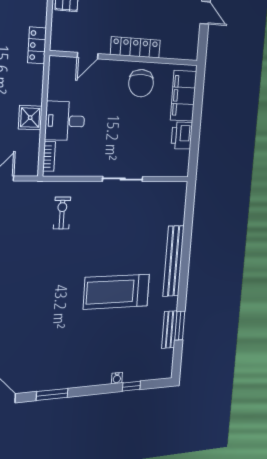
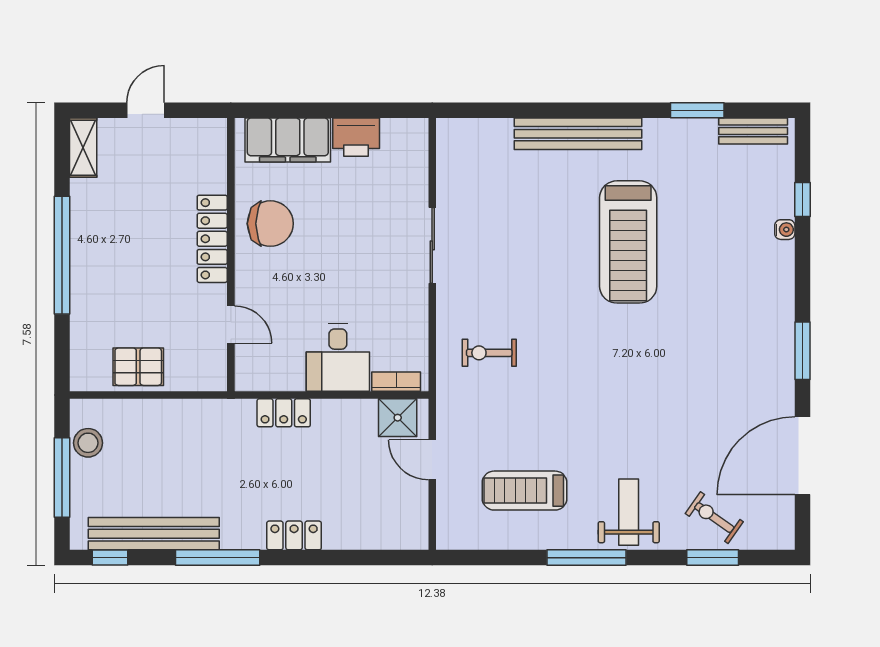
locker: (37, 45) -> (284, 413), moved
shower: (30, 118) -> (398, 418), moved
bench: (169, 330) -> (753, 131), moved

